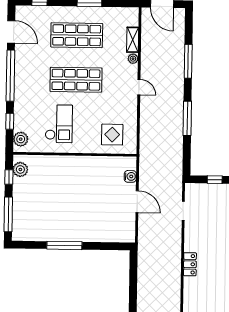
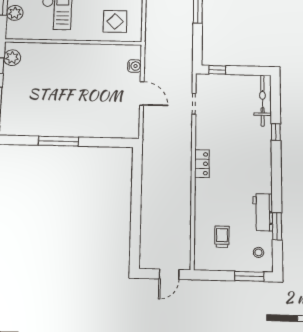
plant: (21, 139) -> (15, 13), moved
window: (215, 180) -> (217, 70), moved

